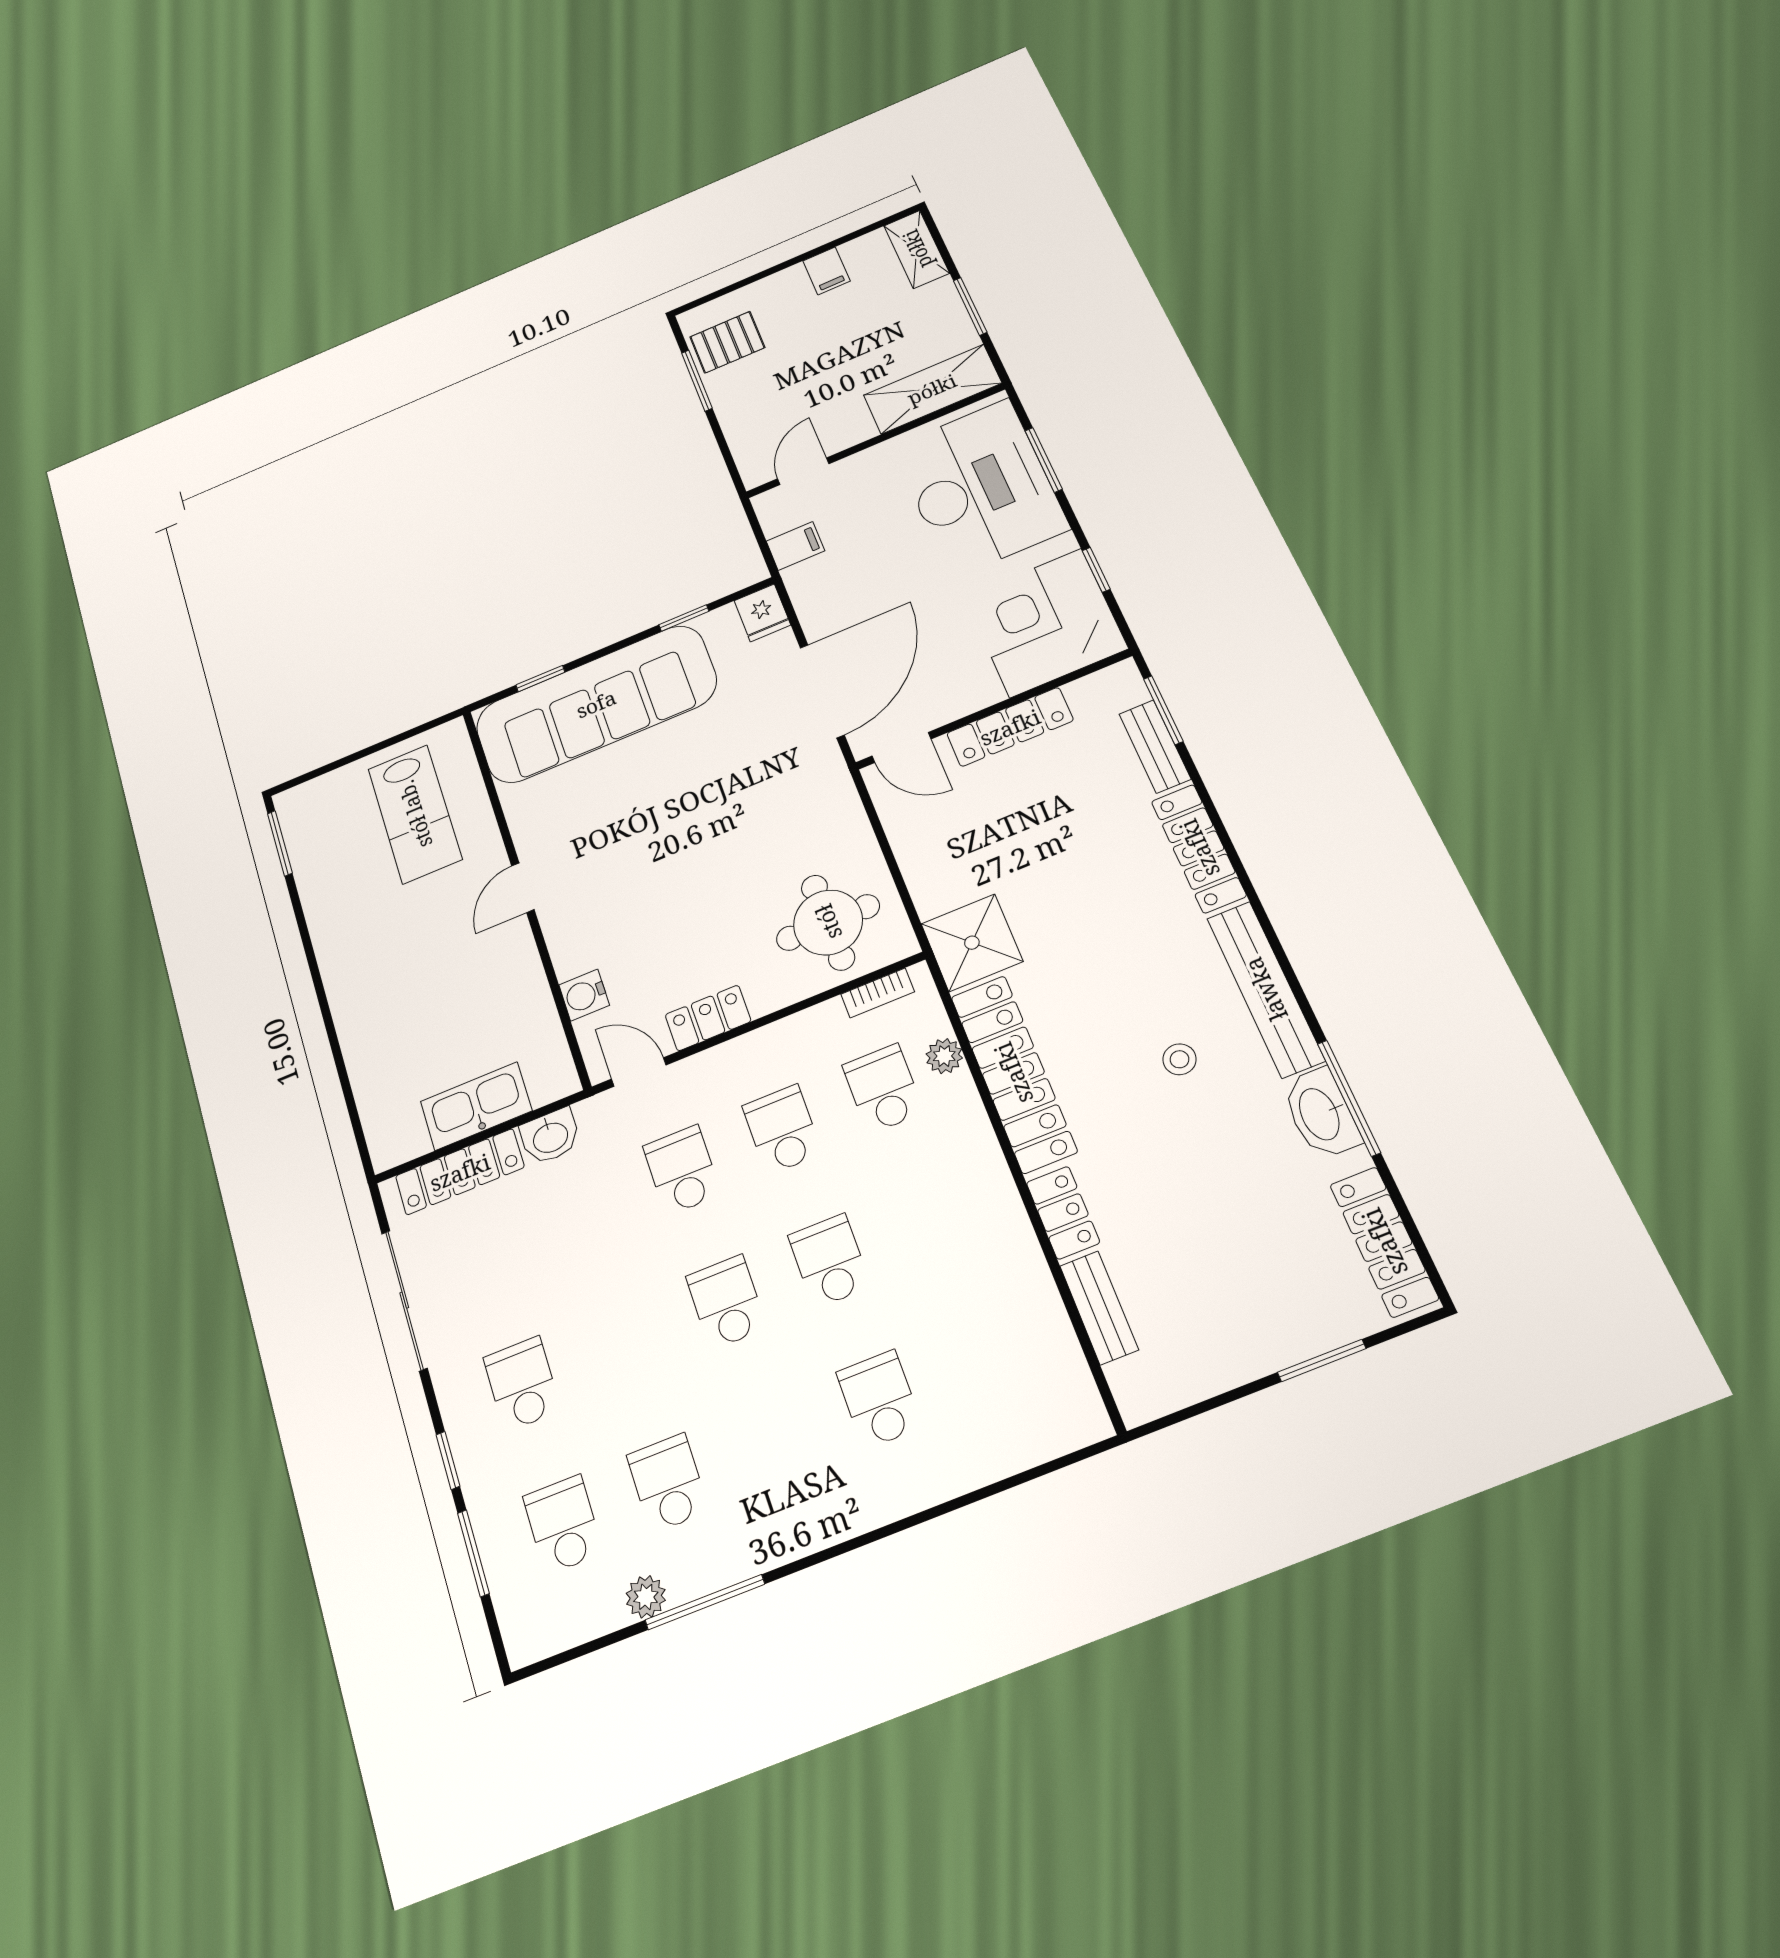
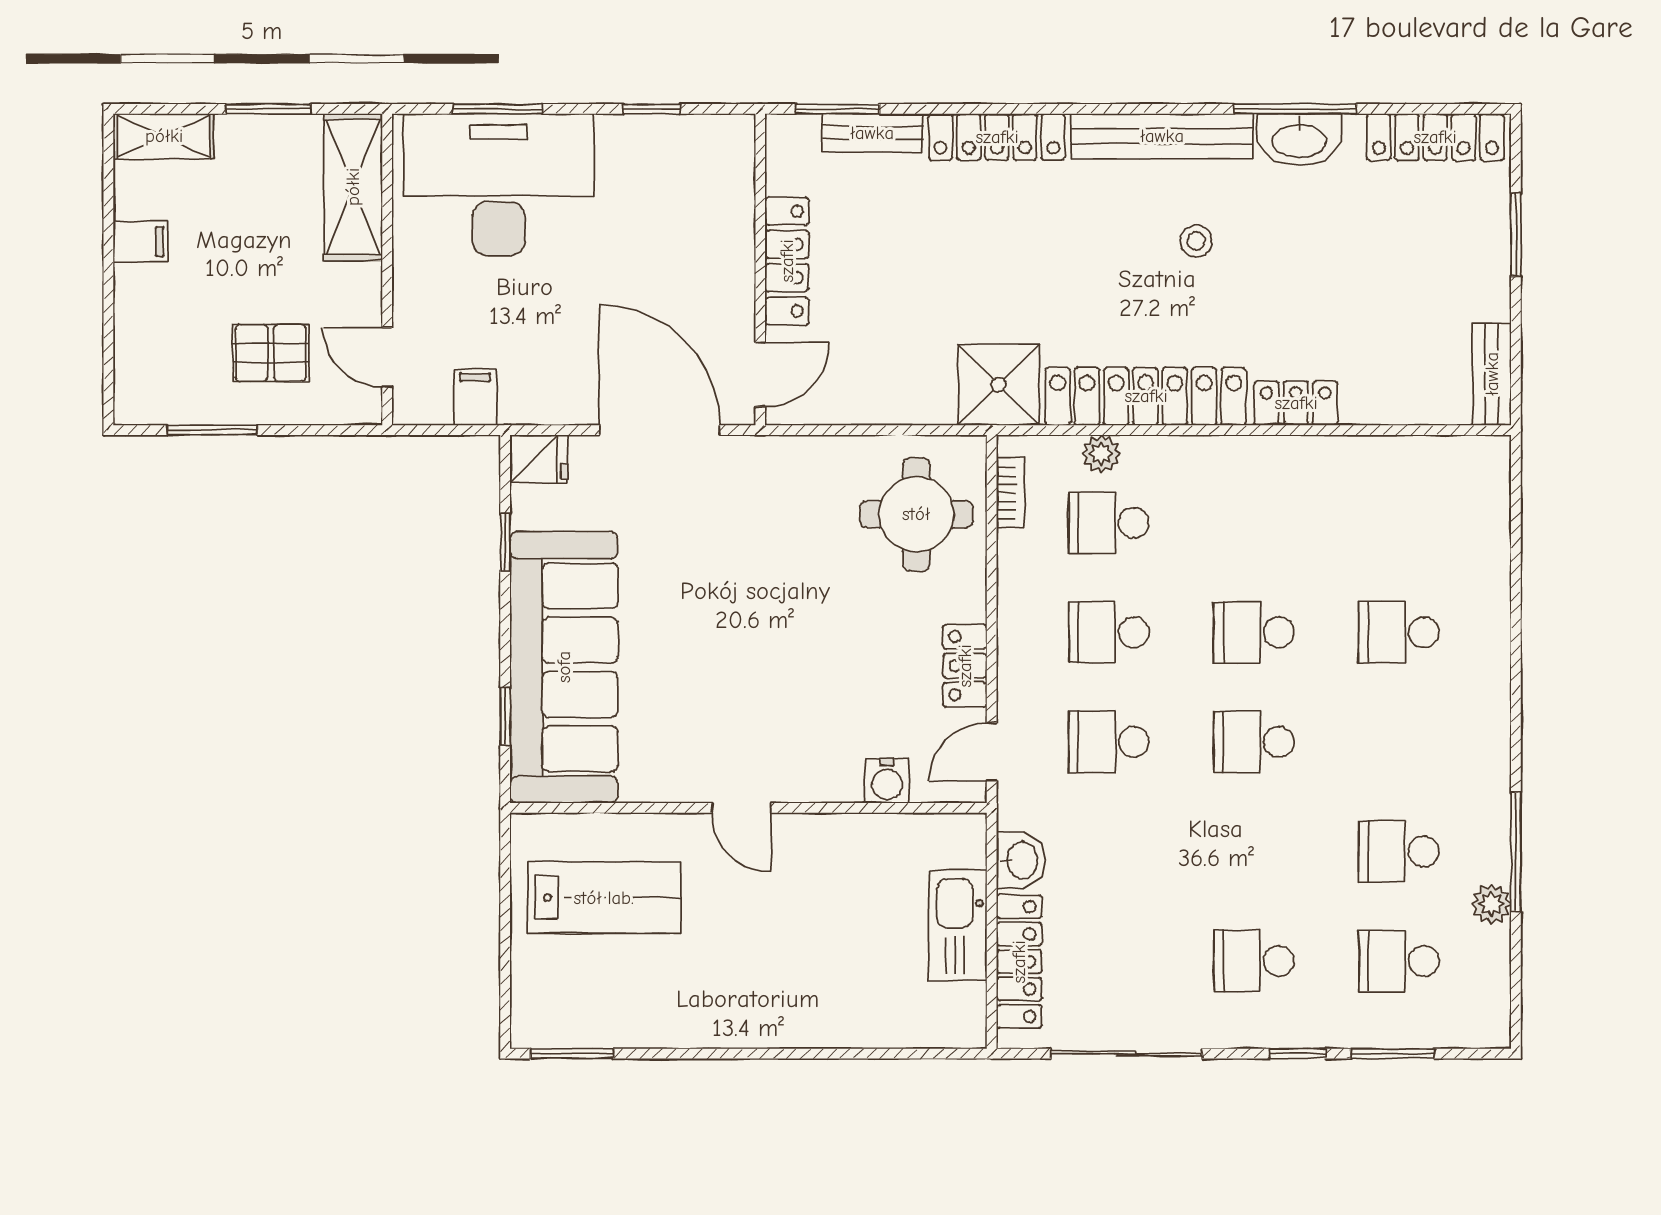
pallet: (727, 342) -> (271, 353), moved, turned 90
corner desk: (1046, 623) -> (688, 181), removed
bench: (1099, 1308) -> (1492, 374), moved, turned 90

